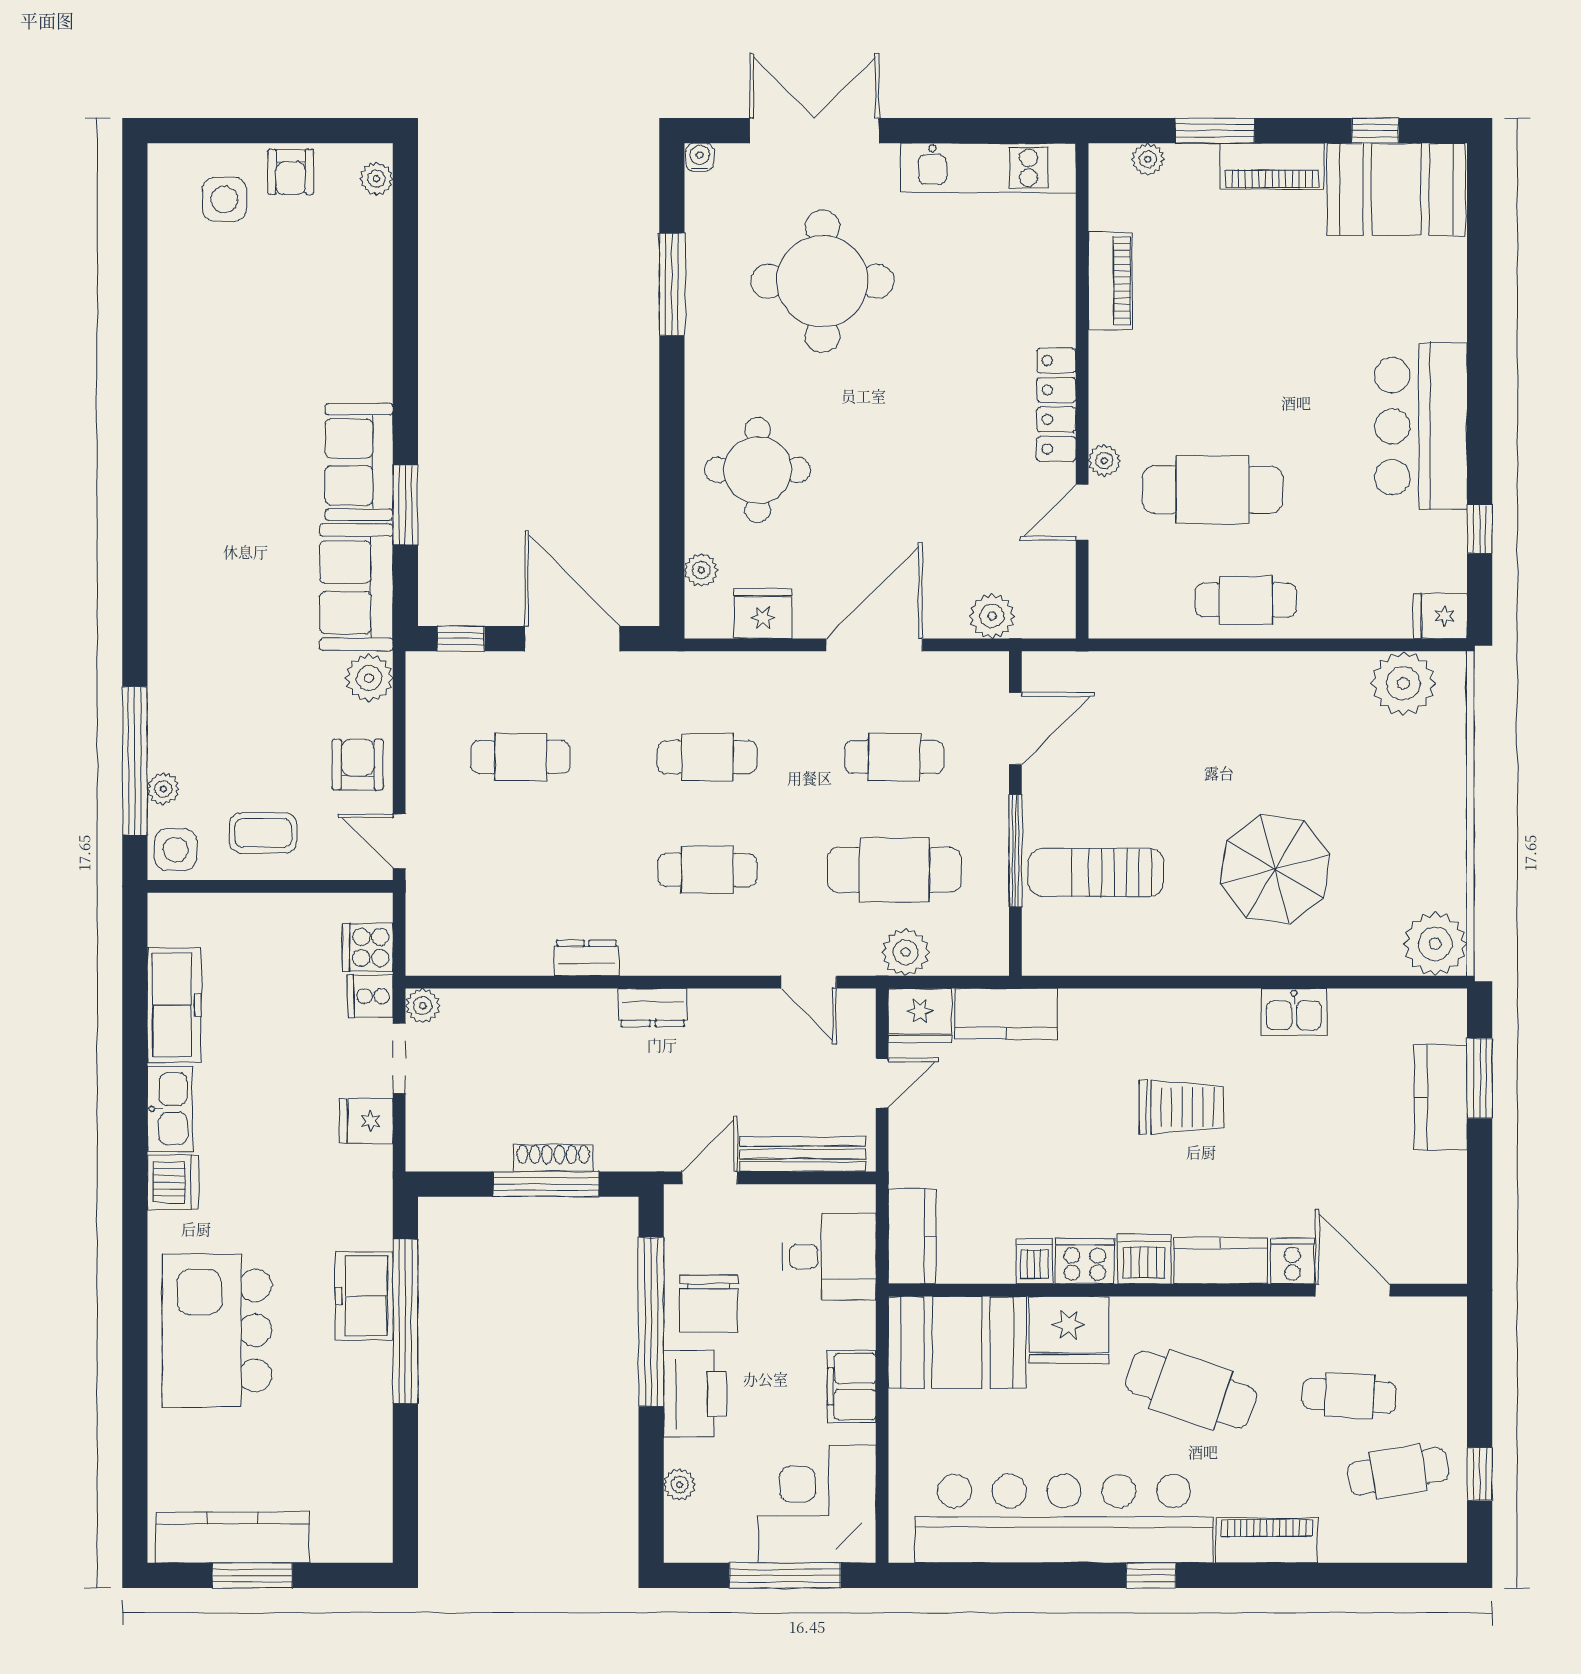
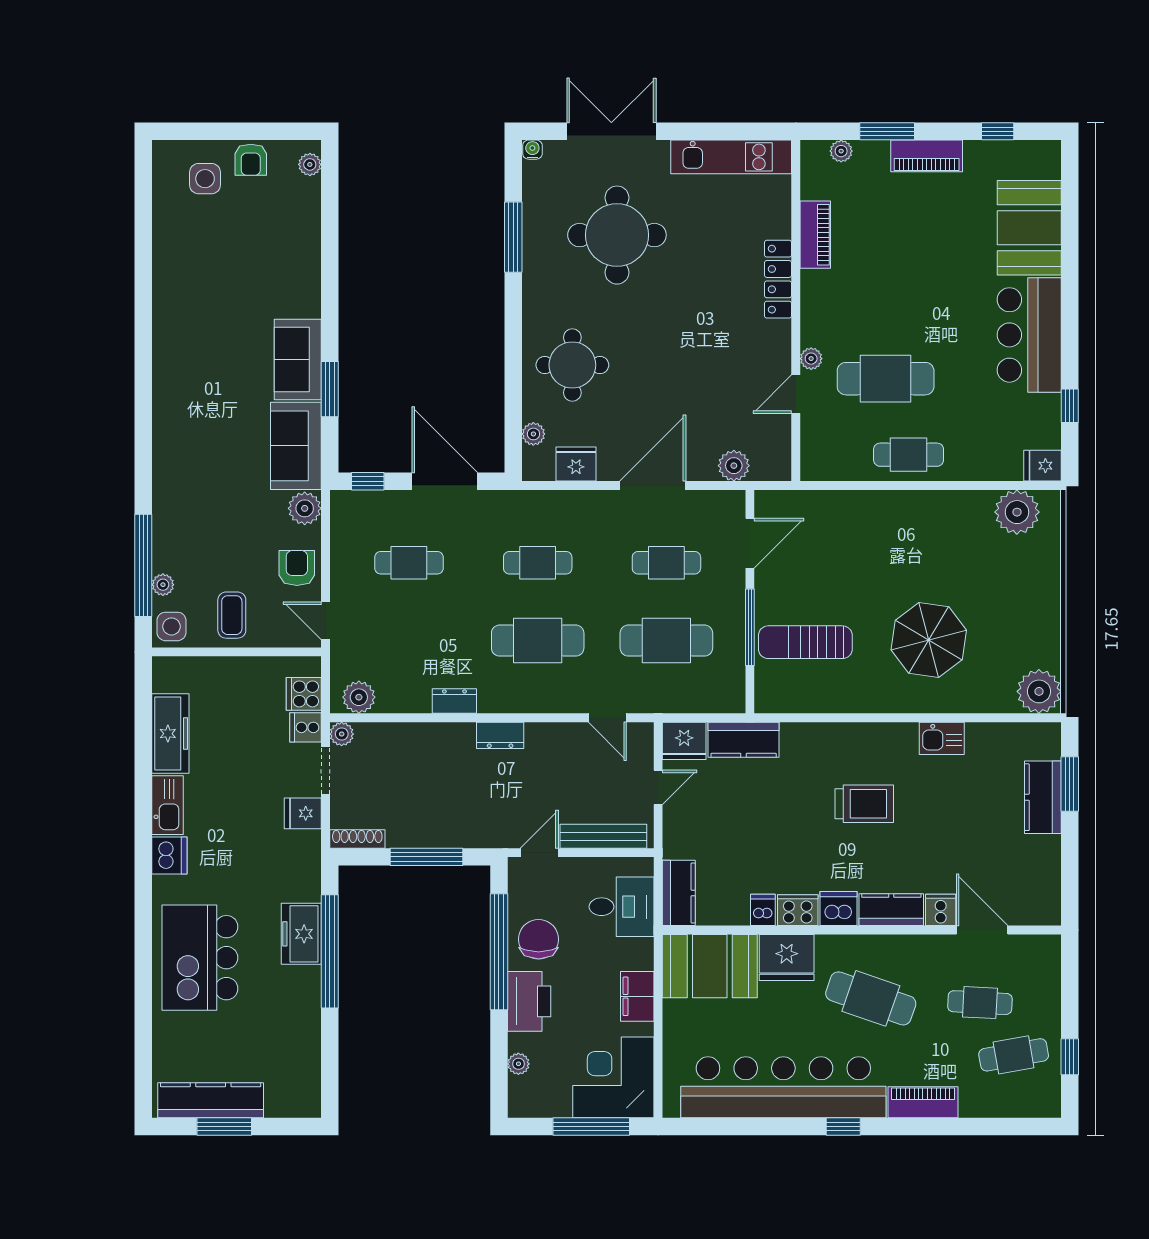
booth: (1396, 189) -> (1029, 228), moved, turned 90
locker: (1056, 405) -> (778, 279), moved
coffee table: (263, 833) -> (232, 615), turned 90
cafe table: (707, 870) -> (538, 641), width x1.37, depth x1.35
plant: (906, 952) -> (359, 697), moved
shoe rack: (553, 1158) -> (357, 839), moved
chair: (709, 1304) -> (539, 939), turned 180

